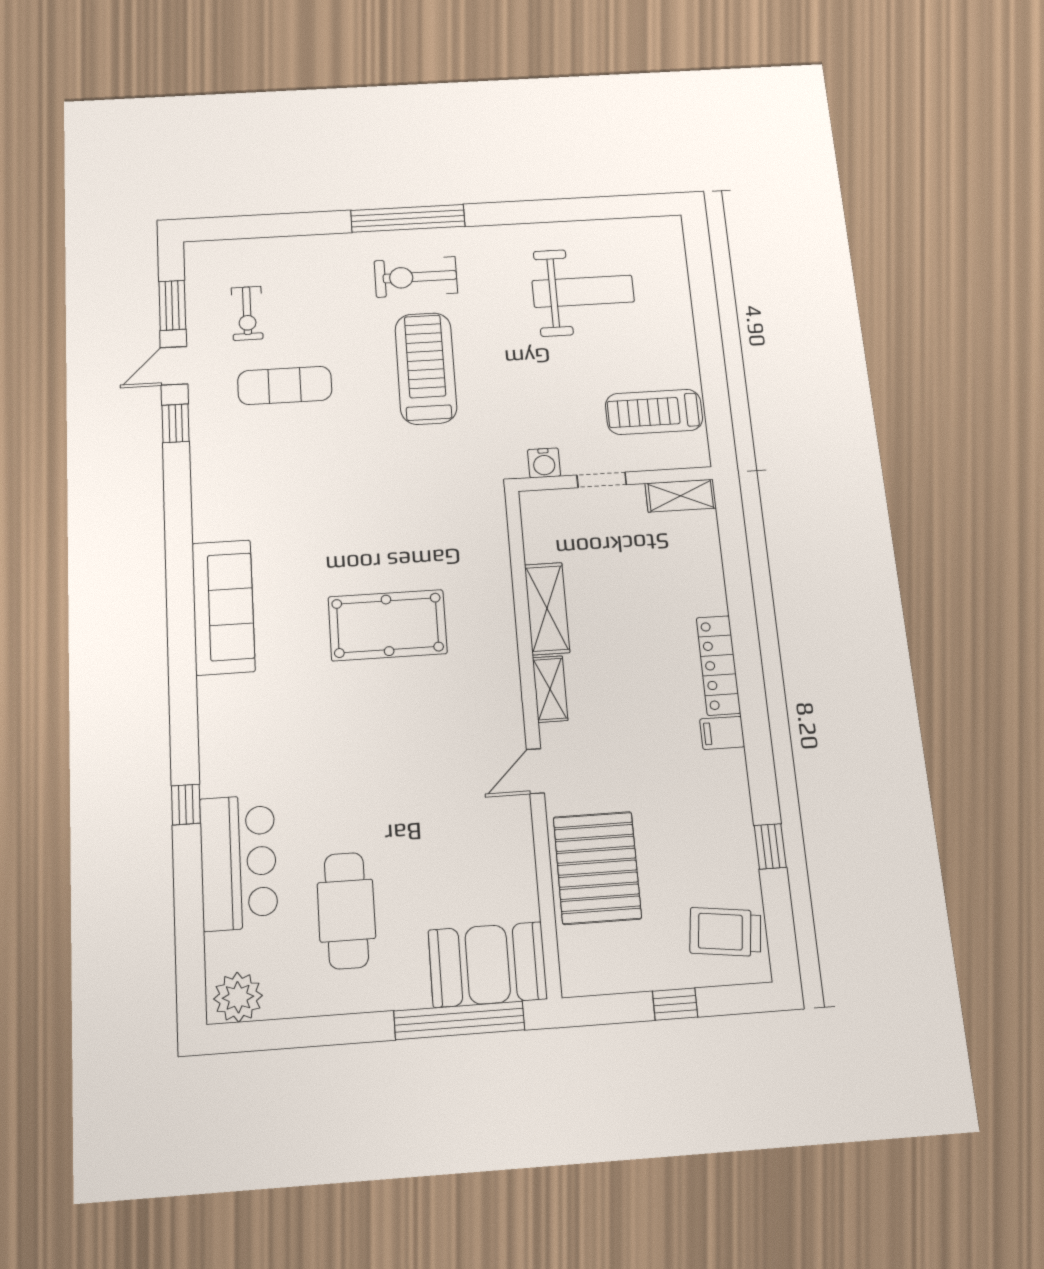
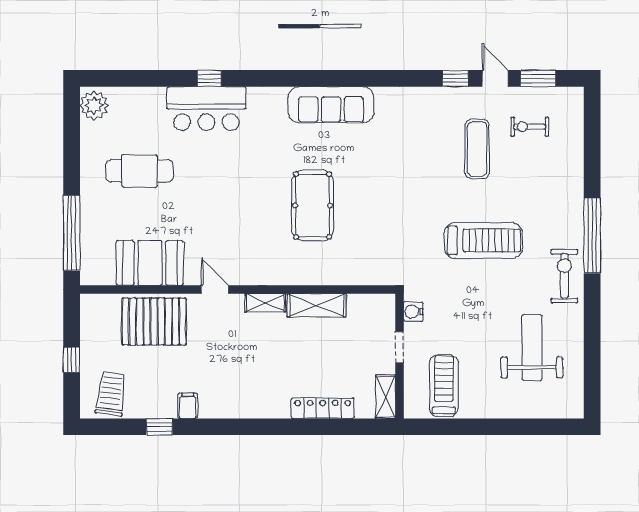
exercise bike: (416, 277) -> (564, 276), moved
weight bench: (583, 291) -> (532, 348), turned 180
locker: (718, 665) -> (323, 408), moved
filing cabinet: (722, 733) -> (188, 406), moved
bar counter: (239, 862) -> (206, 108), moved
booth: (488, 964) -> (150, 263), moved, turned 90

